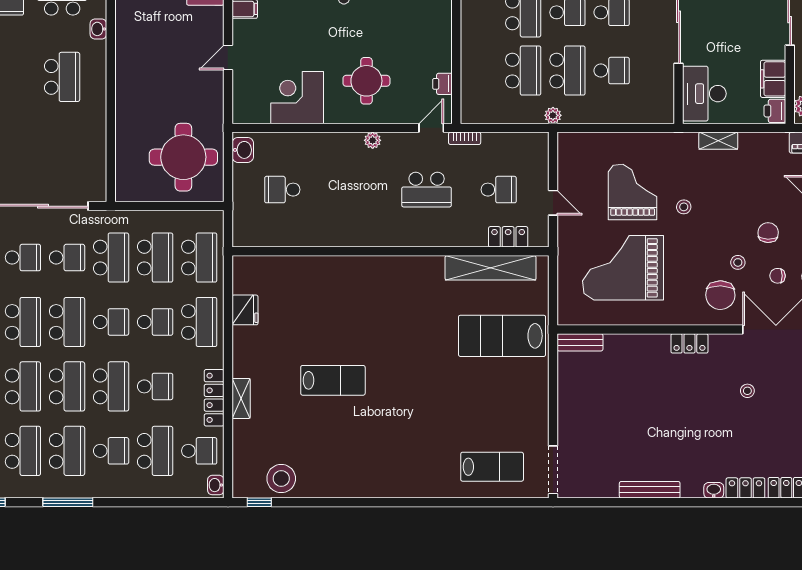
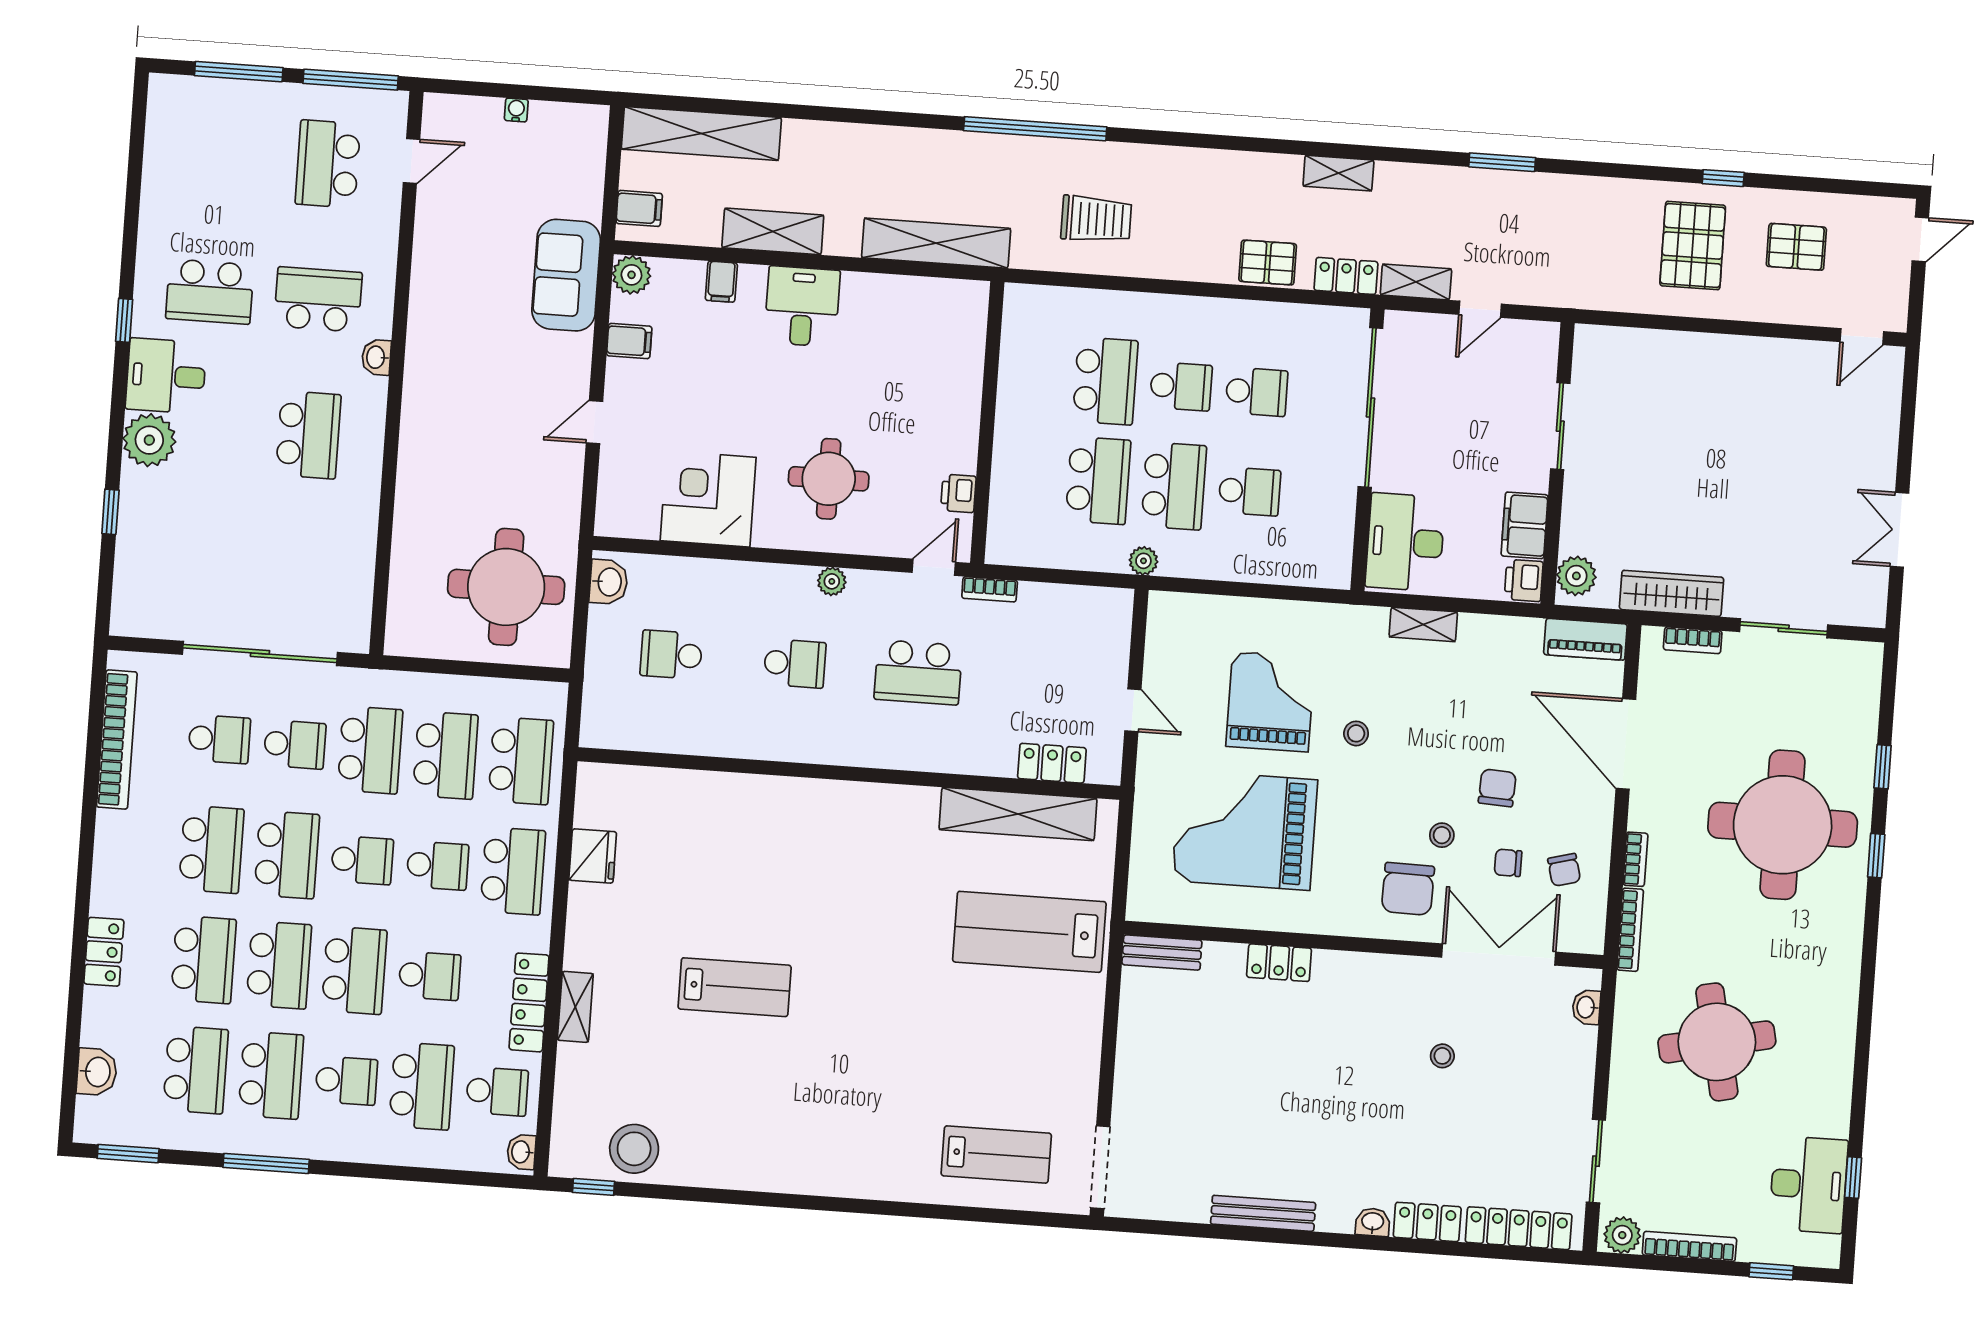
school desk: (499, 190) -> (795, 663), moved
locker: (689, 343) -> (1279, 963), moved

